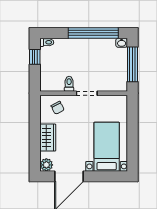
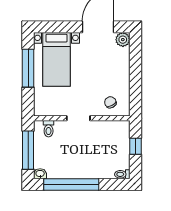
window: (35, 57) -> (136, 146), moved
toilet: (69, 84) -> (49, 129), moved
wardrobe: (48, 138) -> (121, 70), removed
window: (132, 139) -> (28, 68), added

